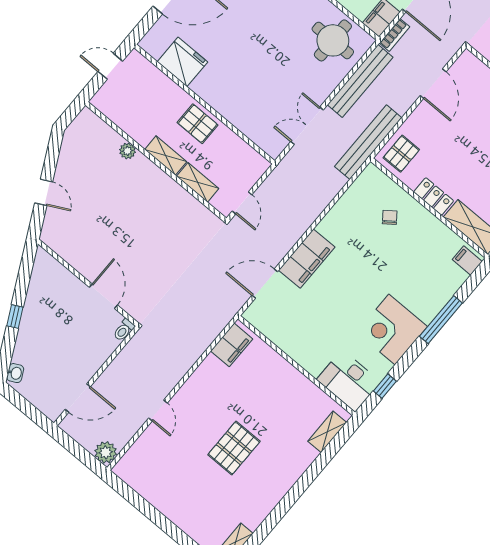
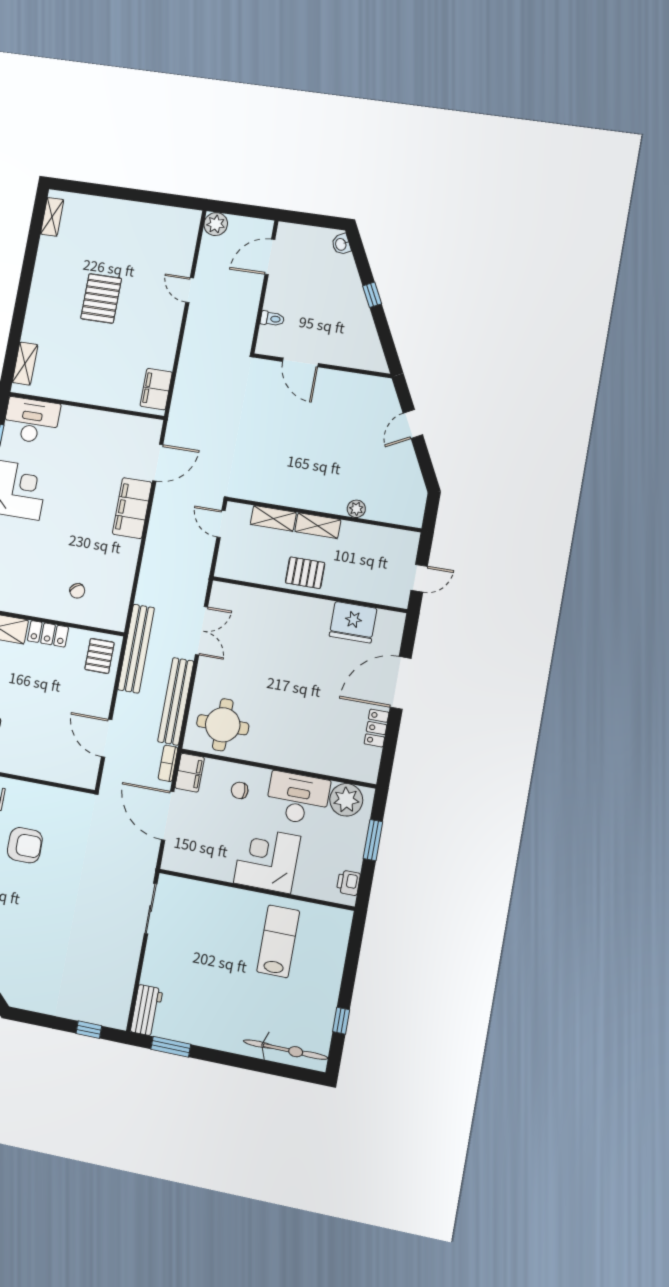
door: (44, 192) -> (413, 424), hinge flipped
toilet: (124, 330) -> (272, 319), moved, turned 90

